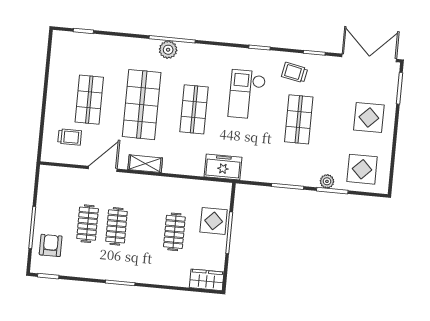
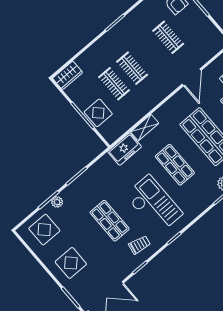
checkout: (247, 94) -> (154, 204), width x1.36, depth x1.21
shelving: (145, 164) -> (145, 128), moved
clothes rail: (117, 226) -> (132, 68), moved

